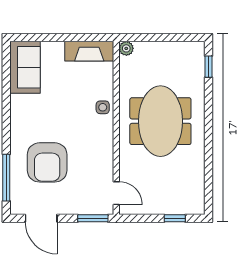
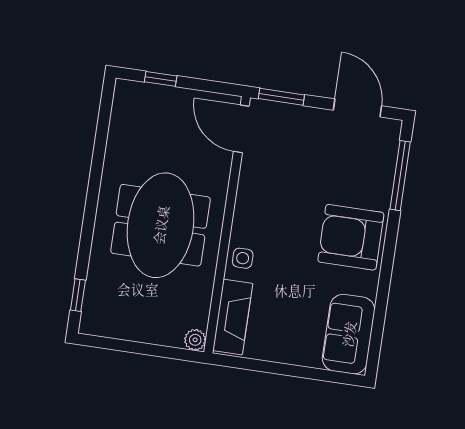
fireplace: (89, 51) -> (233, 317), moved, turned 90
armchair: (47, 162) -> (351, 237), moved, turned -90
door: (116, 193) -> (241, 129), width x1.38

